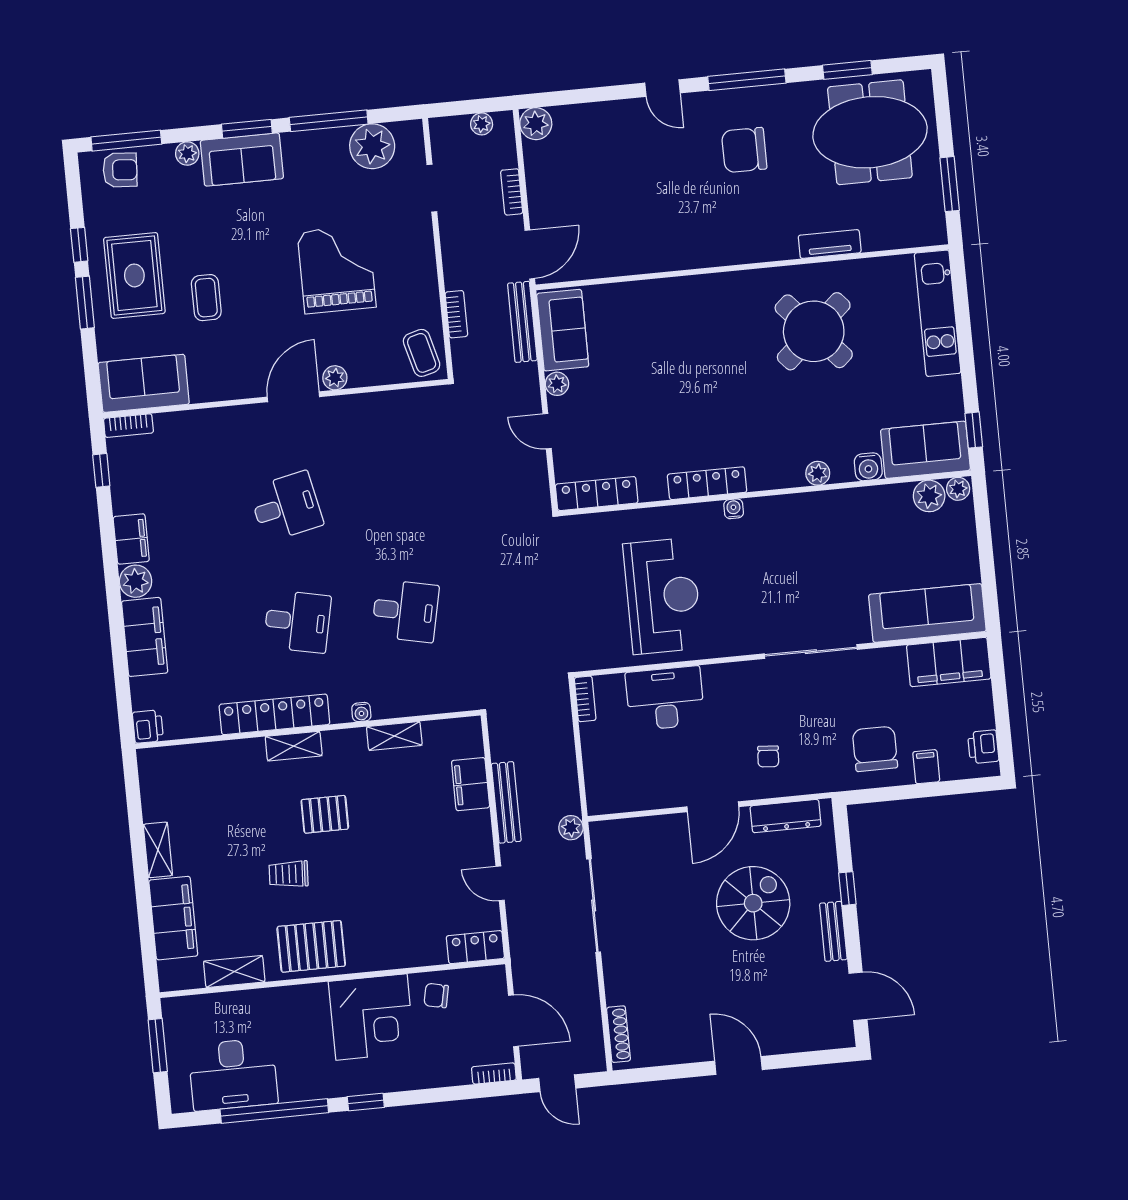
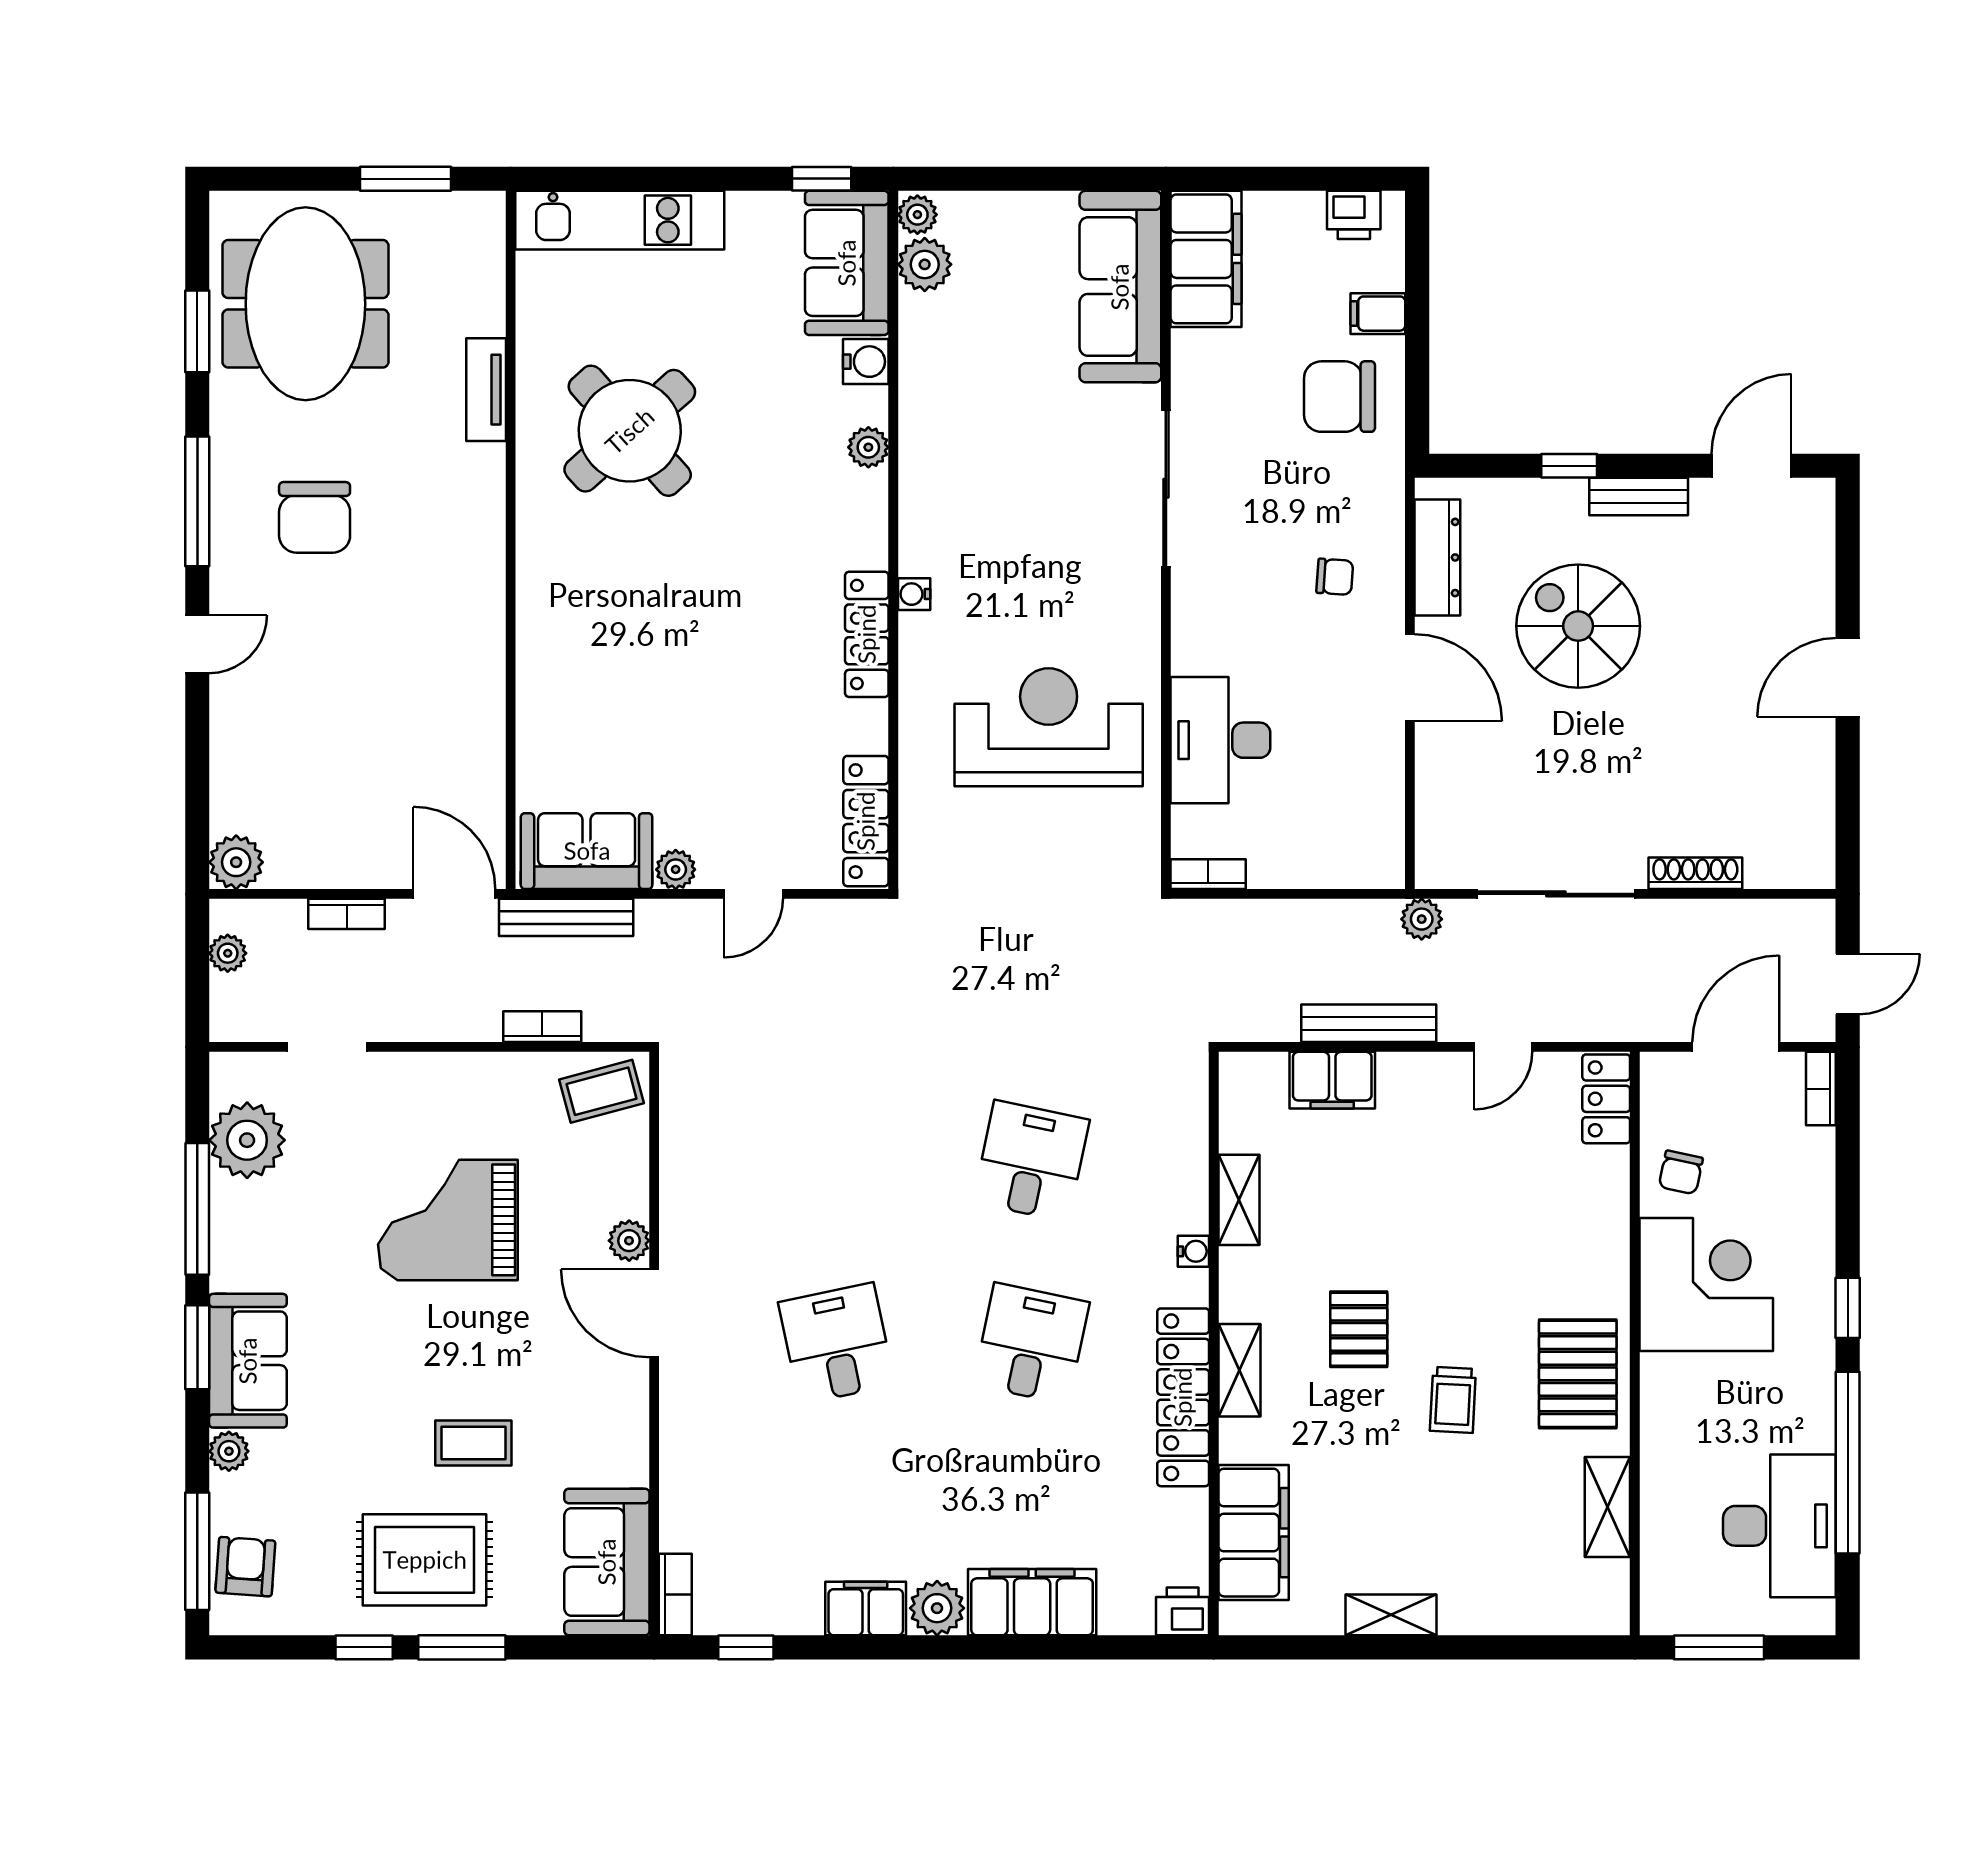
filing cabinet: (173, 918) -> (1254, 1533), moved, turned 90
shoe rack: (619, 1034) -> (1695, 873), moved

